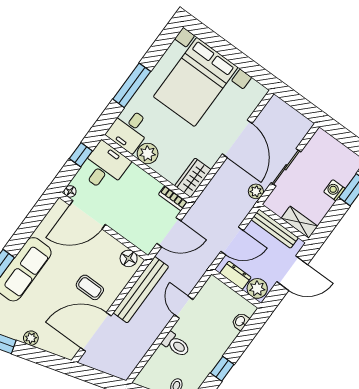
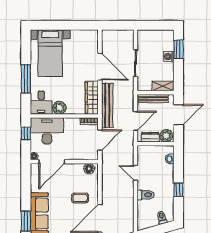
bed with nightstands: (196, 82) -> (50, 53), width x0.73
desk: (104, 167) -> (47, 131), width x1.37
wardrobe: (193, 178) -> (92, 98), width x1.50
plant: (256, 191) -> (129, 87), removed
bench: (141, 290) -> (107, 106), moved

